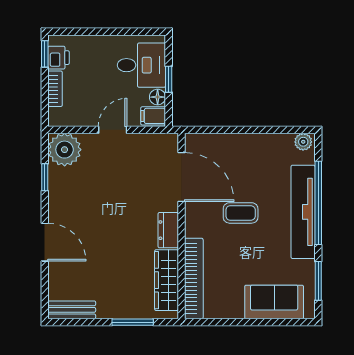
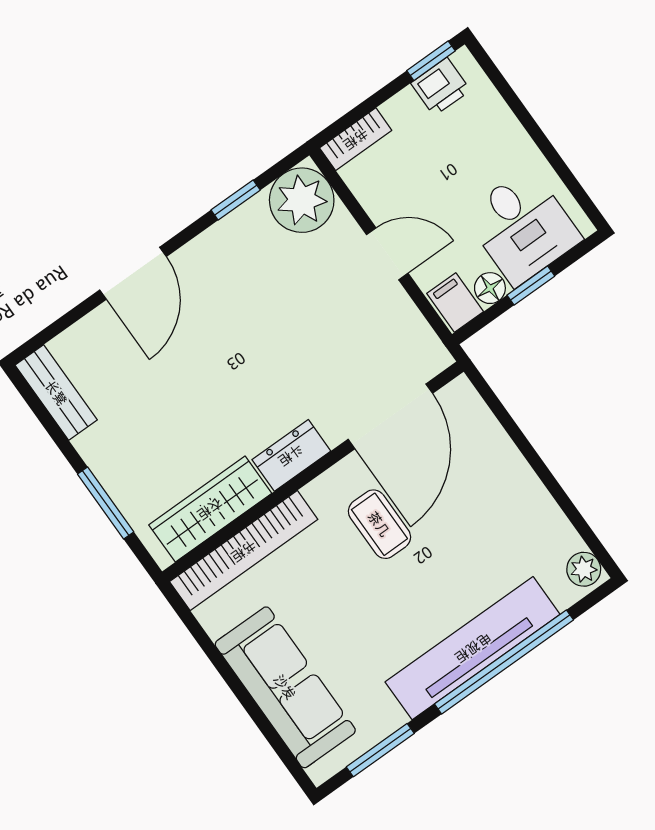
bookcase: (55, 89) -> (356, 139), moved
coffee table: (241, 213) -> (379, 524), moved
sofa: (274, 302) -> (285, 687), width x1.36

